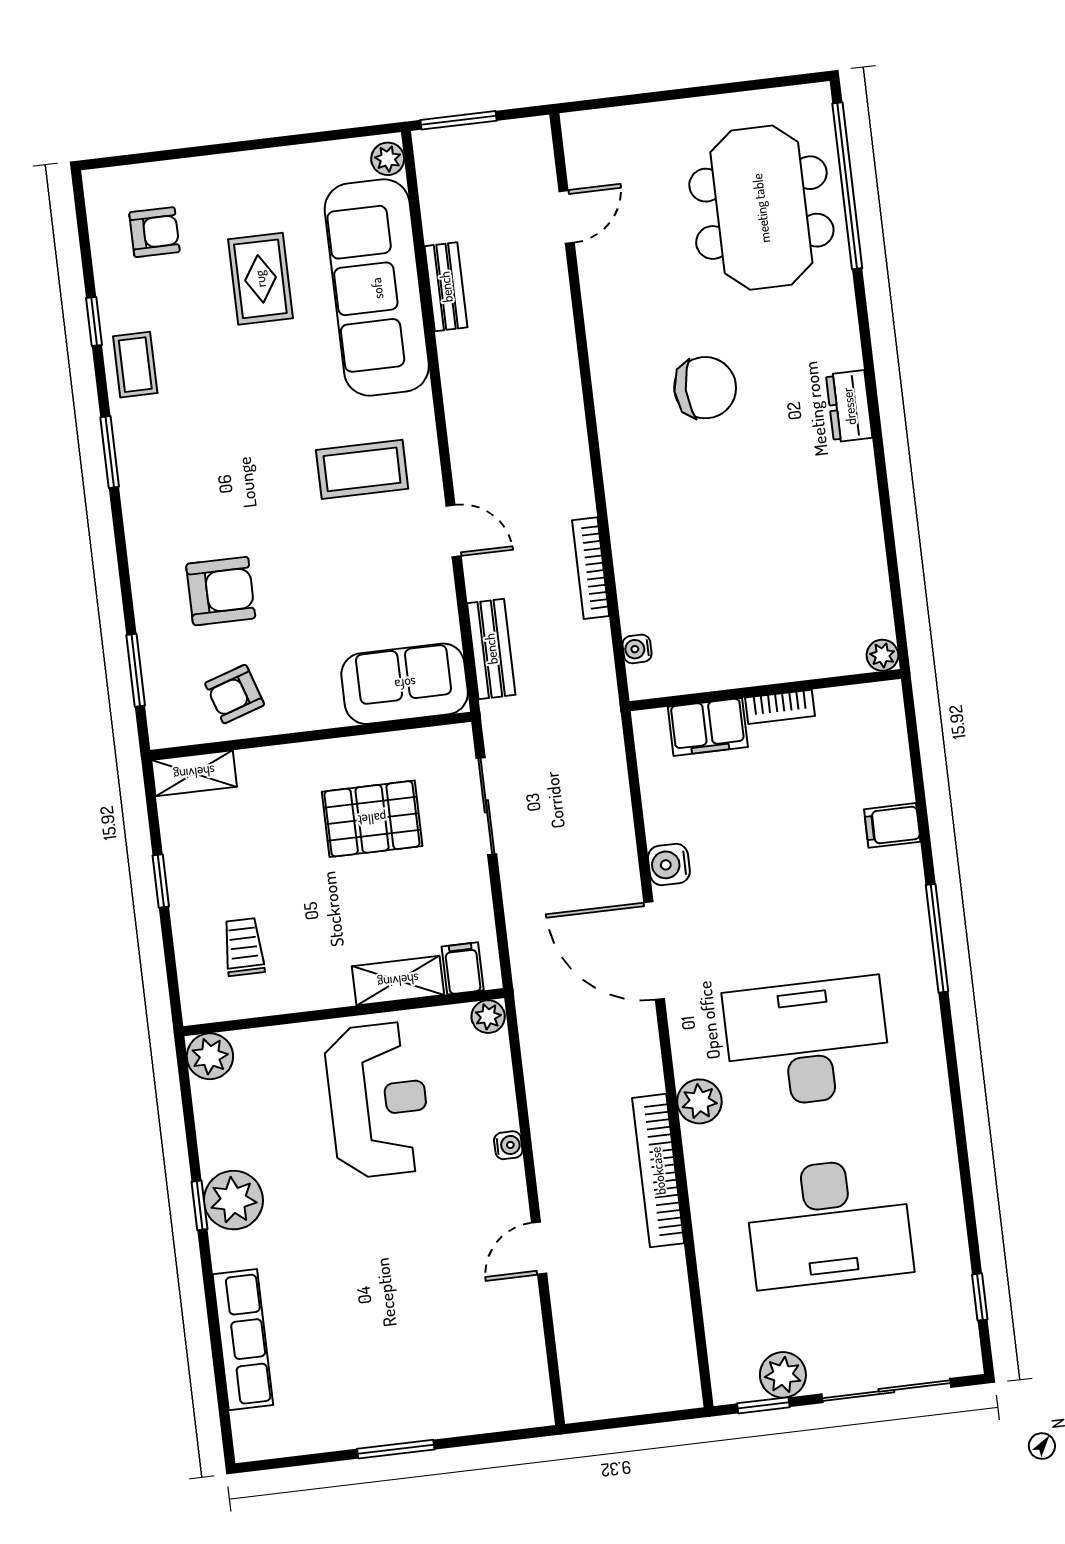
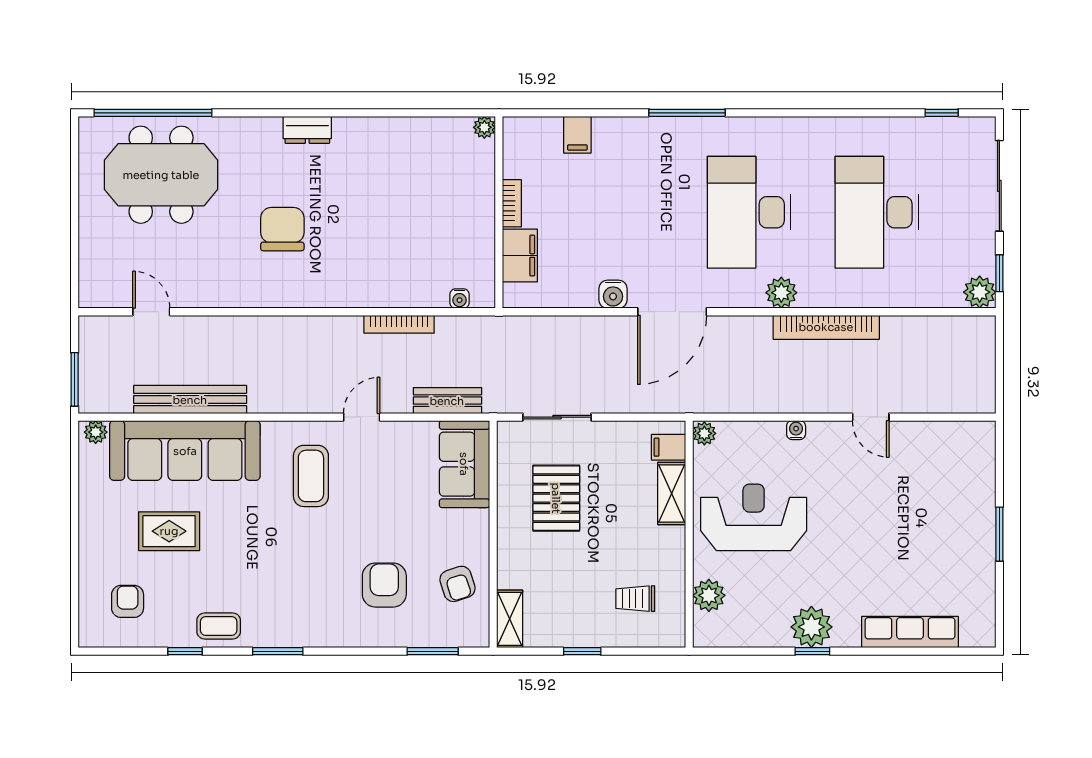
bench: (446, 287) -> (190, 400), width x1.86, depth x1.21
filing cabinet: (892, 825) -> (577, 135), moved
plant: (210, 1056) -> (709, 595), moved
desk: (829, 1223) -> (877, 212), turned 180
plant: (783, 1375) -> (980, 292), moved

